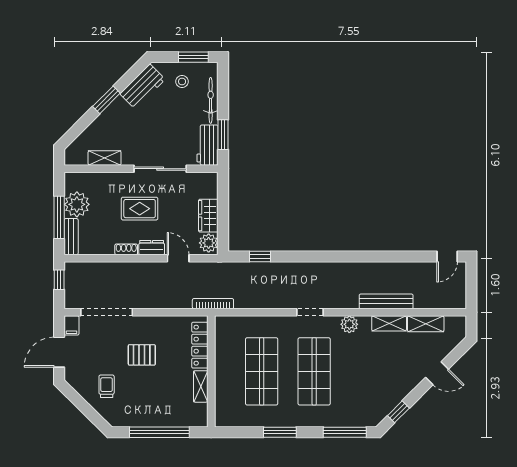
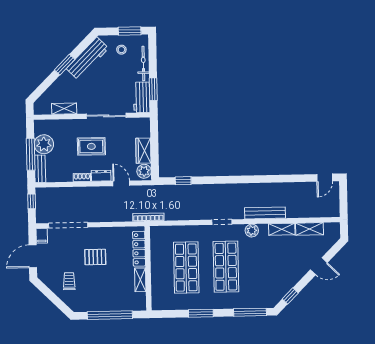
workbench: (143, 87) -> (87, 58), width x1.38
bench: (386, 301) -> (265, 213), moved

